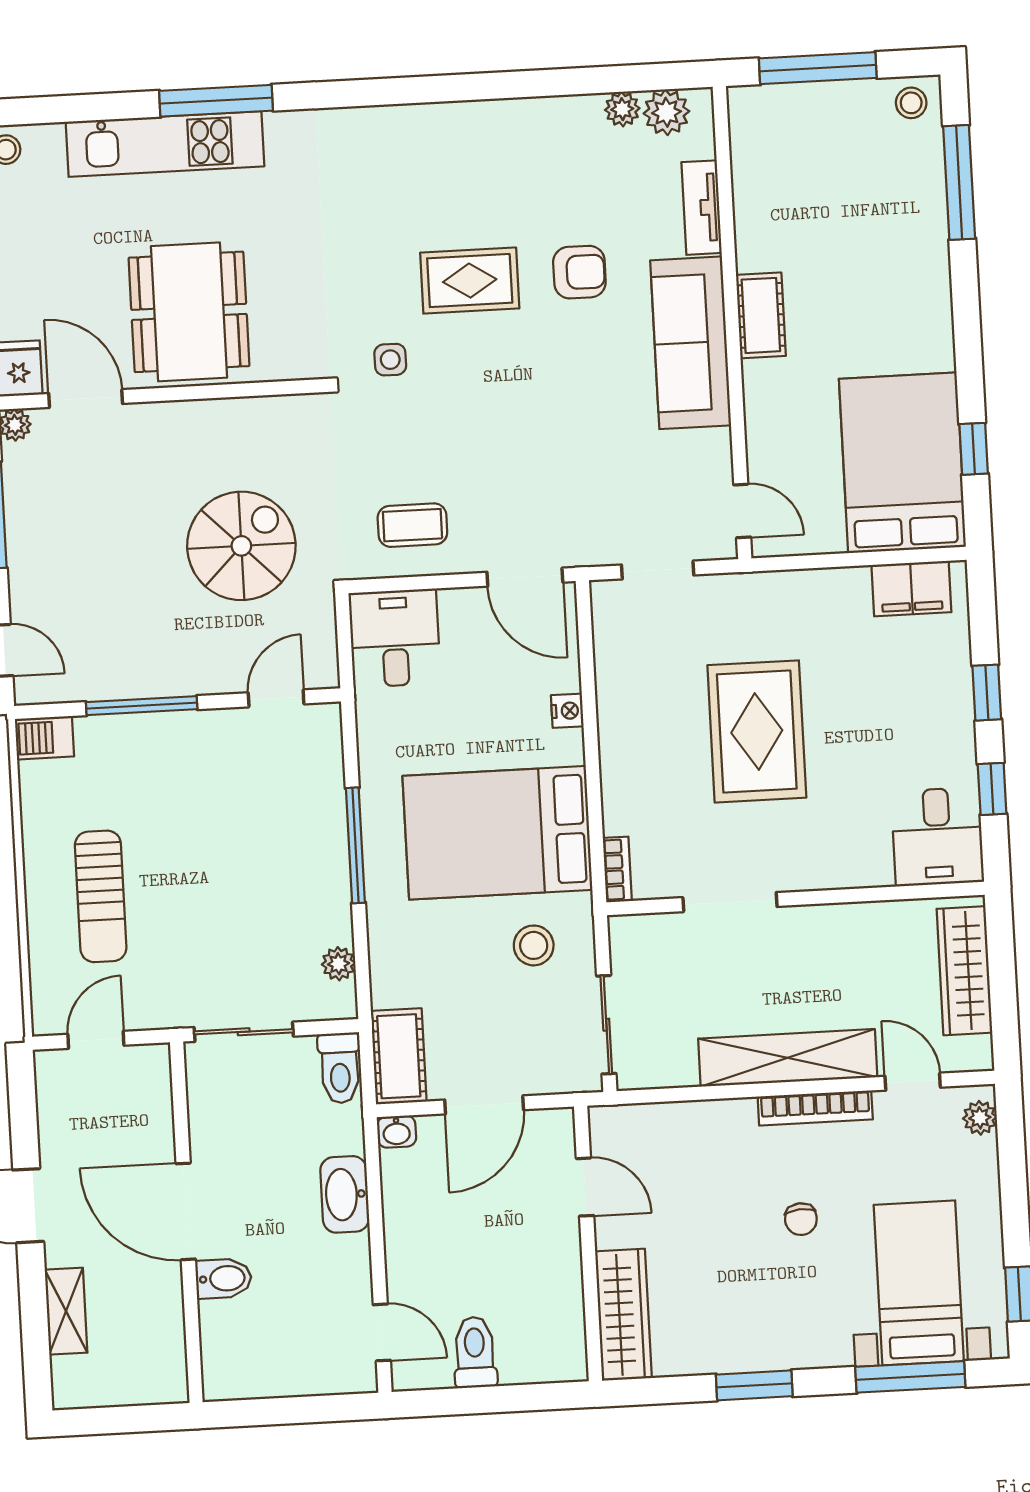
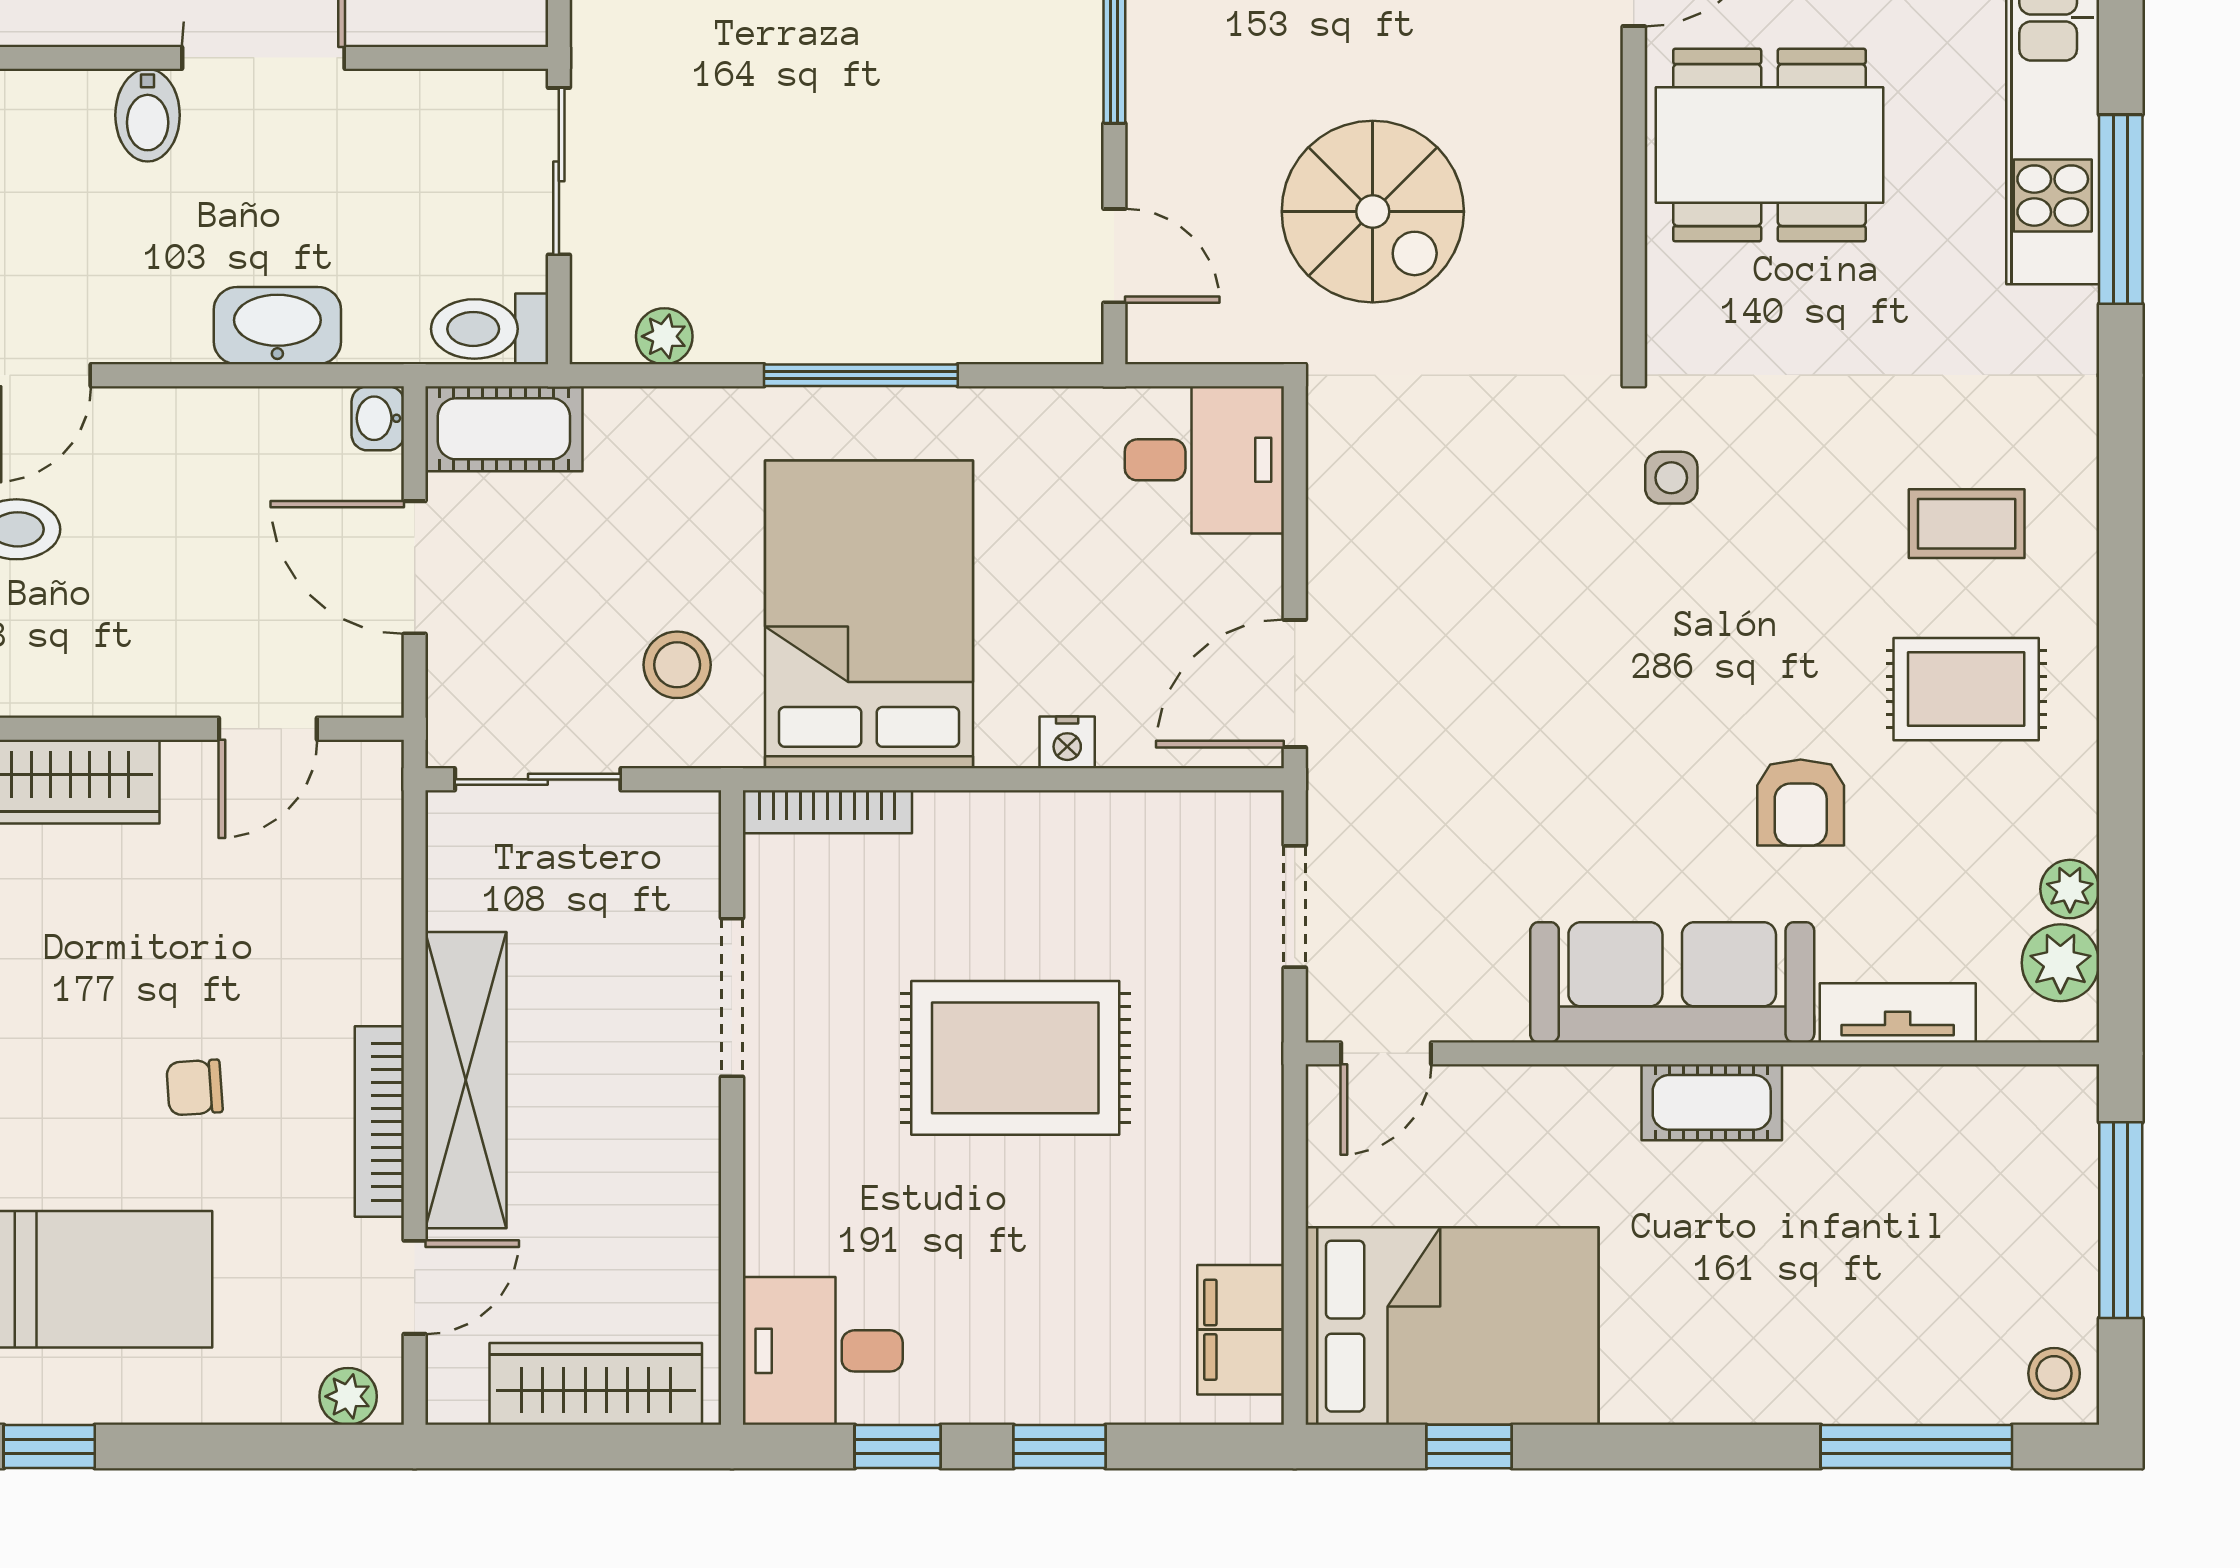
rug: (470, 281) -> (1966, 689), moved, turned 90
coffee table: (412, 525) -> (1967, 524), moved, turned 90
bookcase: (617, 869) -> (827, 812), width x1.56

